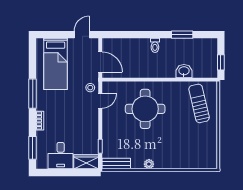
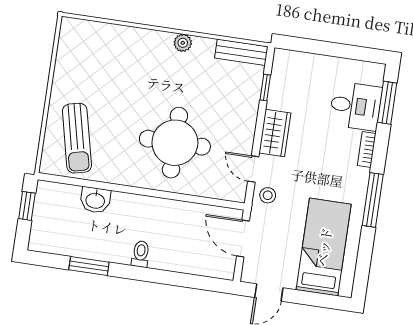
door: (100, 101) -> (253, 169), hinge flipped
desk: (61, 156) -> (356, 106), moved, turned 90
wardrobe: (86, 162) -> (275, 133), moved, turned -90

